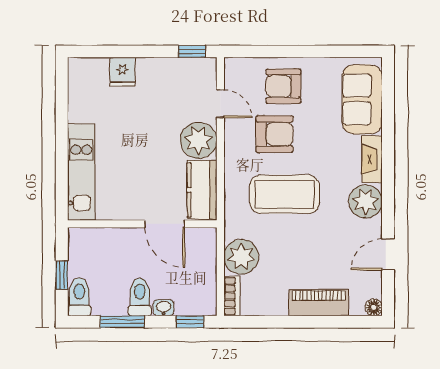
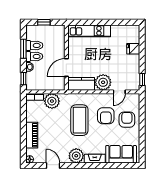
toilet: (79, 297) -> (34, 45), moved

